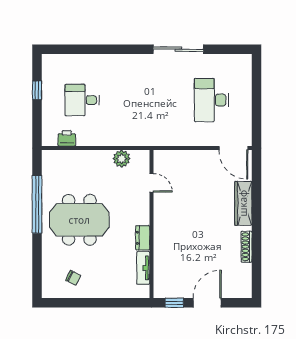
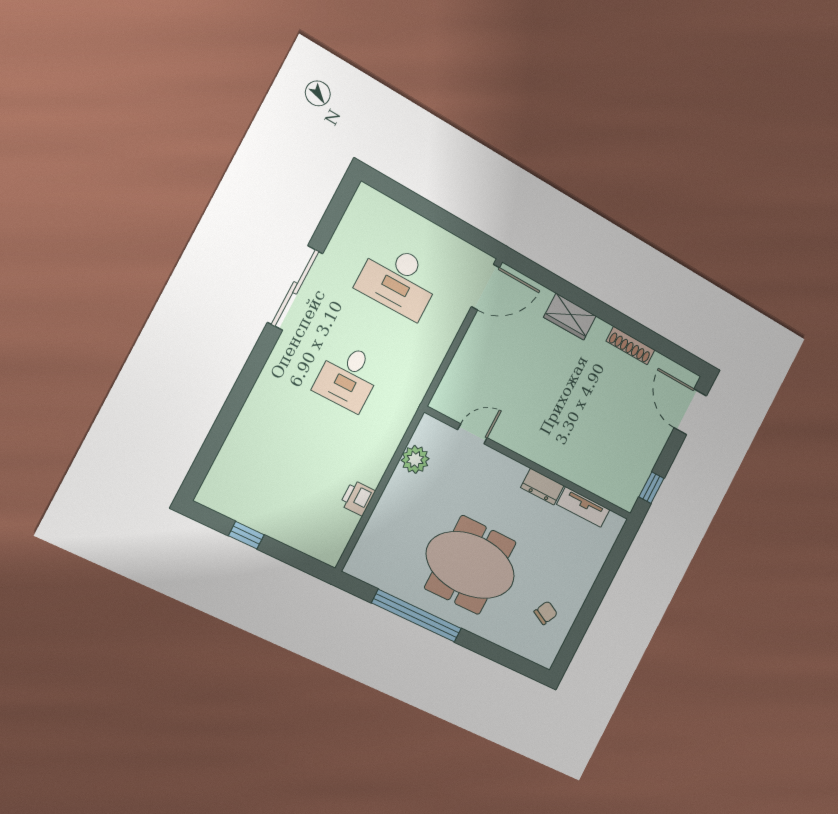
desk: (82, 100) -> (348, 377), moved
printer: (67, 138) -> (358, 498), moved
wardrobe: (243, 203) -> (570, 317), width x0.67
meeting table: (79, 220) -> (470, 565), turned 90
door: (207, 303) -> (690, 412), moved

